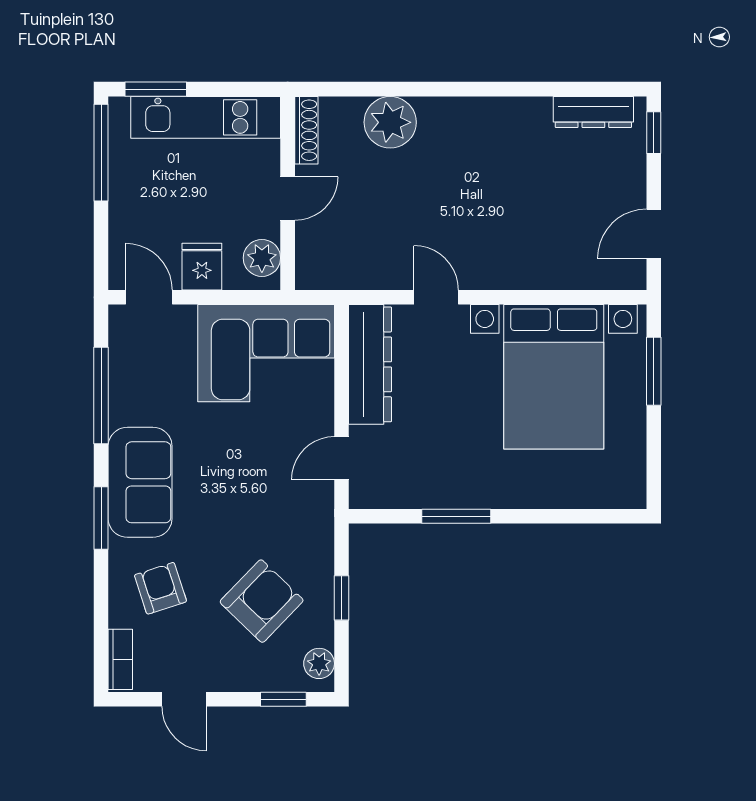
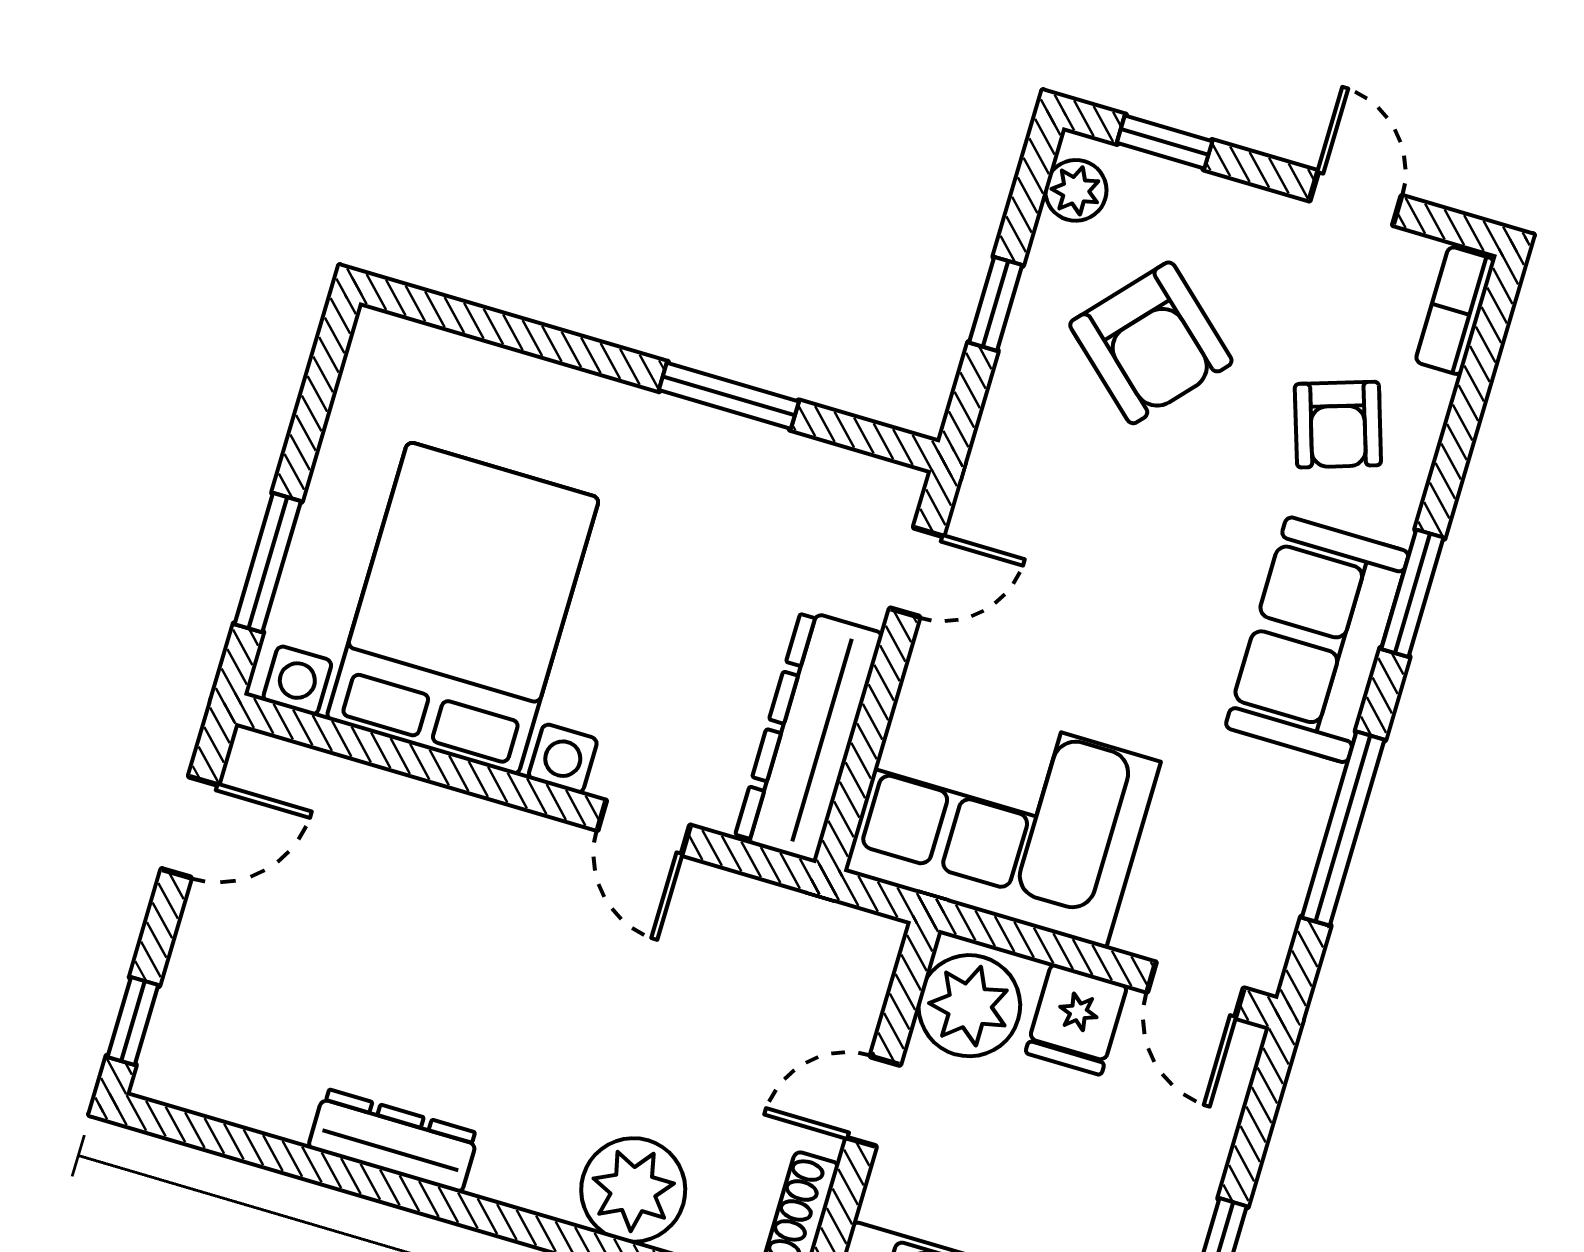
dresser: (593, 112) -> (393, 1141), moved
plant: (262, 258) -> (969, 1006), width x1.36, depth x1.36
armchair: (262, 601) -> (1151, 343), turned -92

